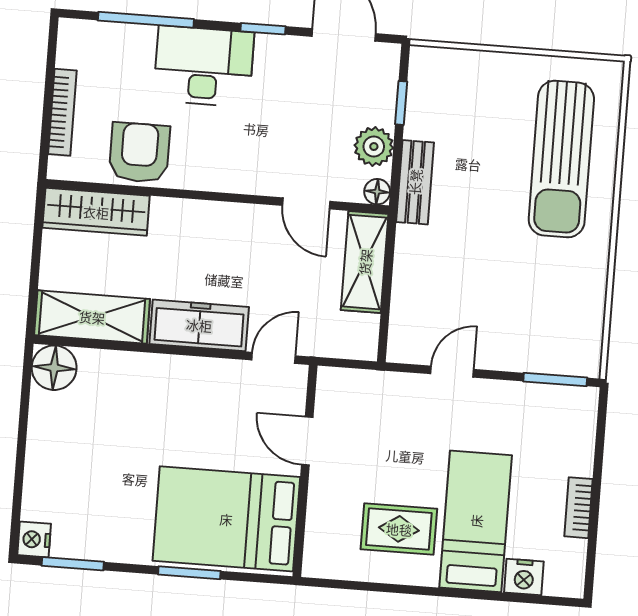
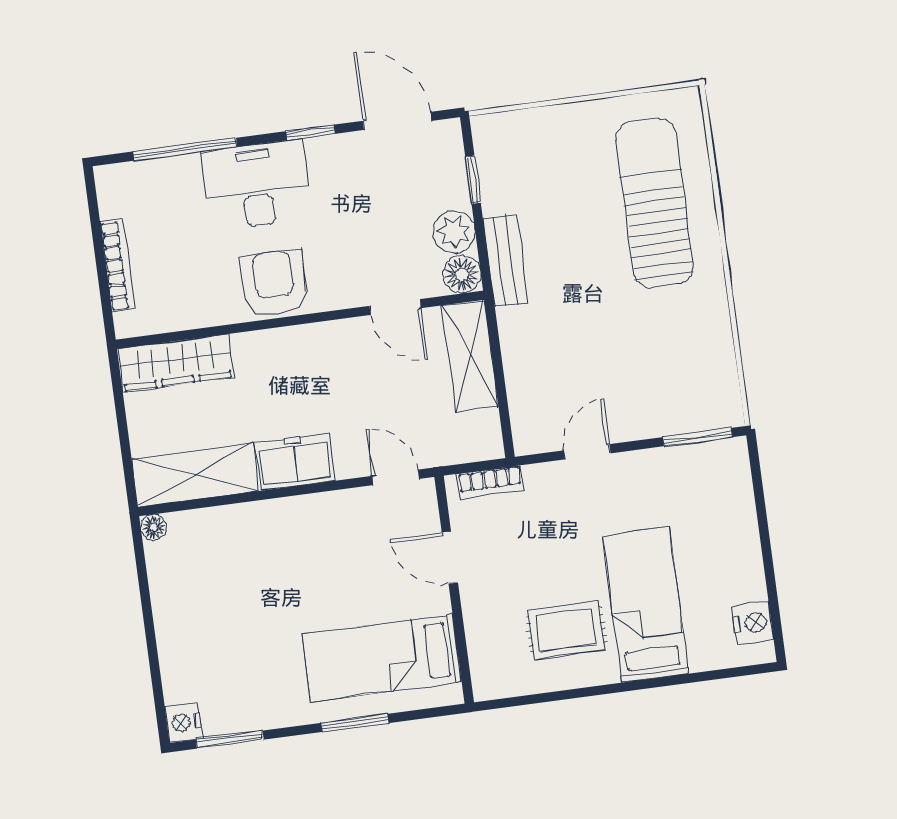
armchair: (139, 153) -> (274, 283), moved
sun lounger: (561, 159) -> (655, 203), turned 180
floor lamp: (377, 192) -> (462, 274), width x1.37, depth x1.37
freezer: (199, 325) -> (295, 462), width x0.71
door: (274, 358) -> (396, 477), hinge flipped
floor lamp: (54, 368) -> (154, 527), width x0.53, depth x0.53
bookcase: (579, 508) -> (490, 482), moved, turned -90
bed: (226, 519) -> (382, 658), width x0.67
nightstand: (524, 577) -> (753, 623), moved, turned -90

